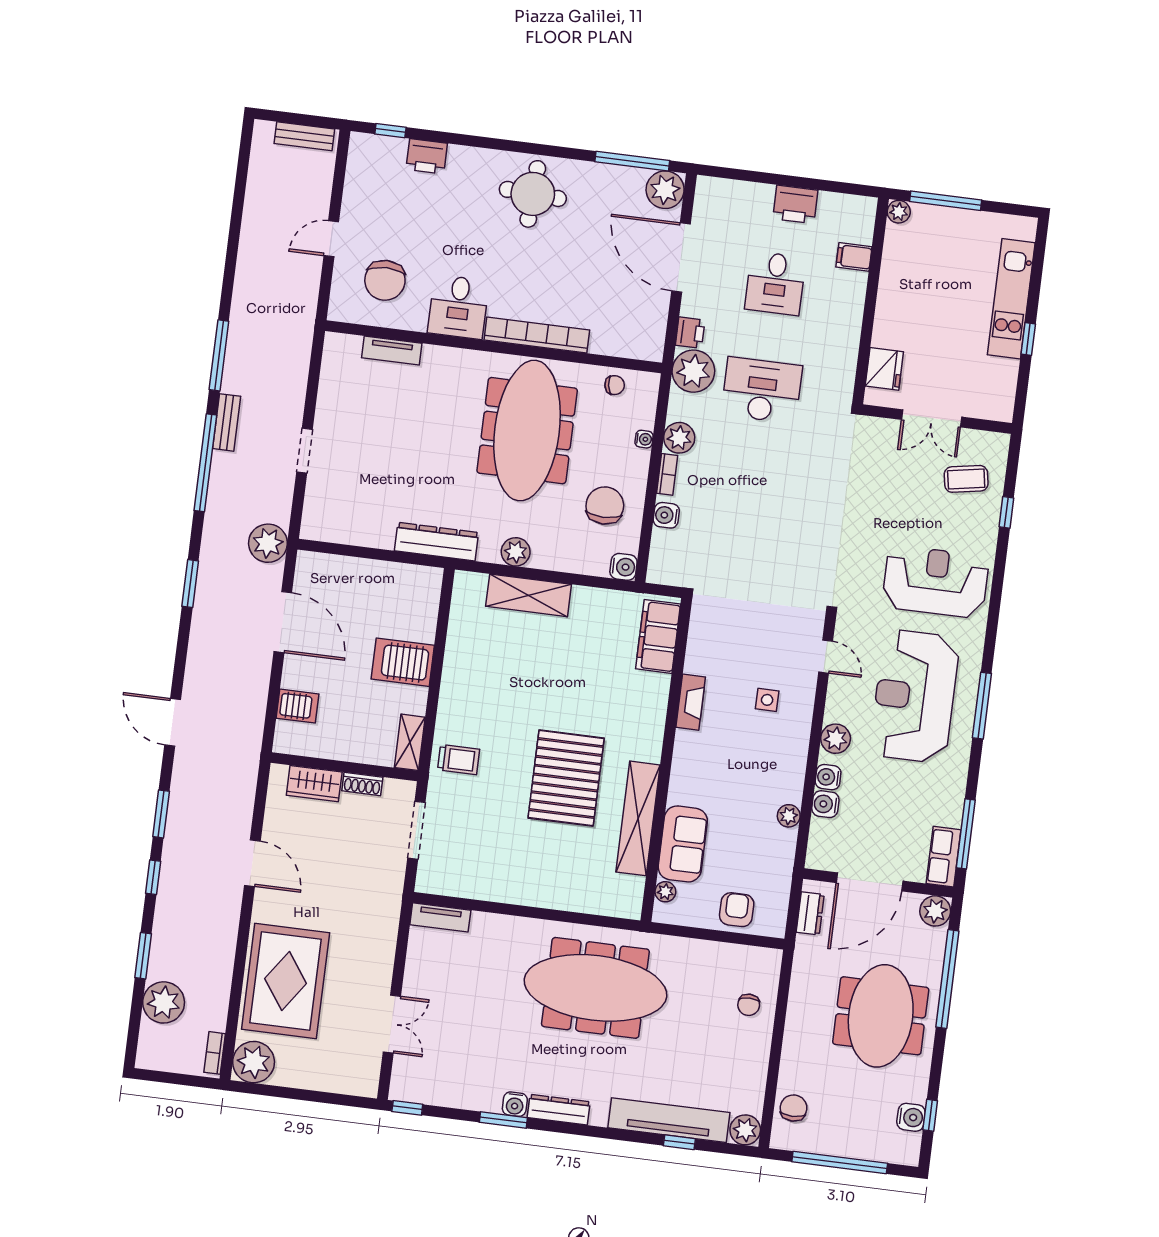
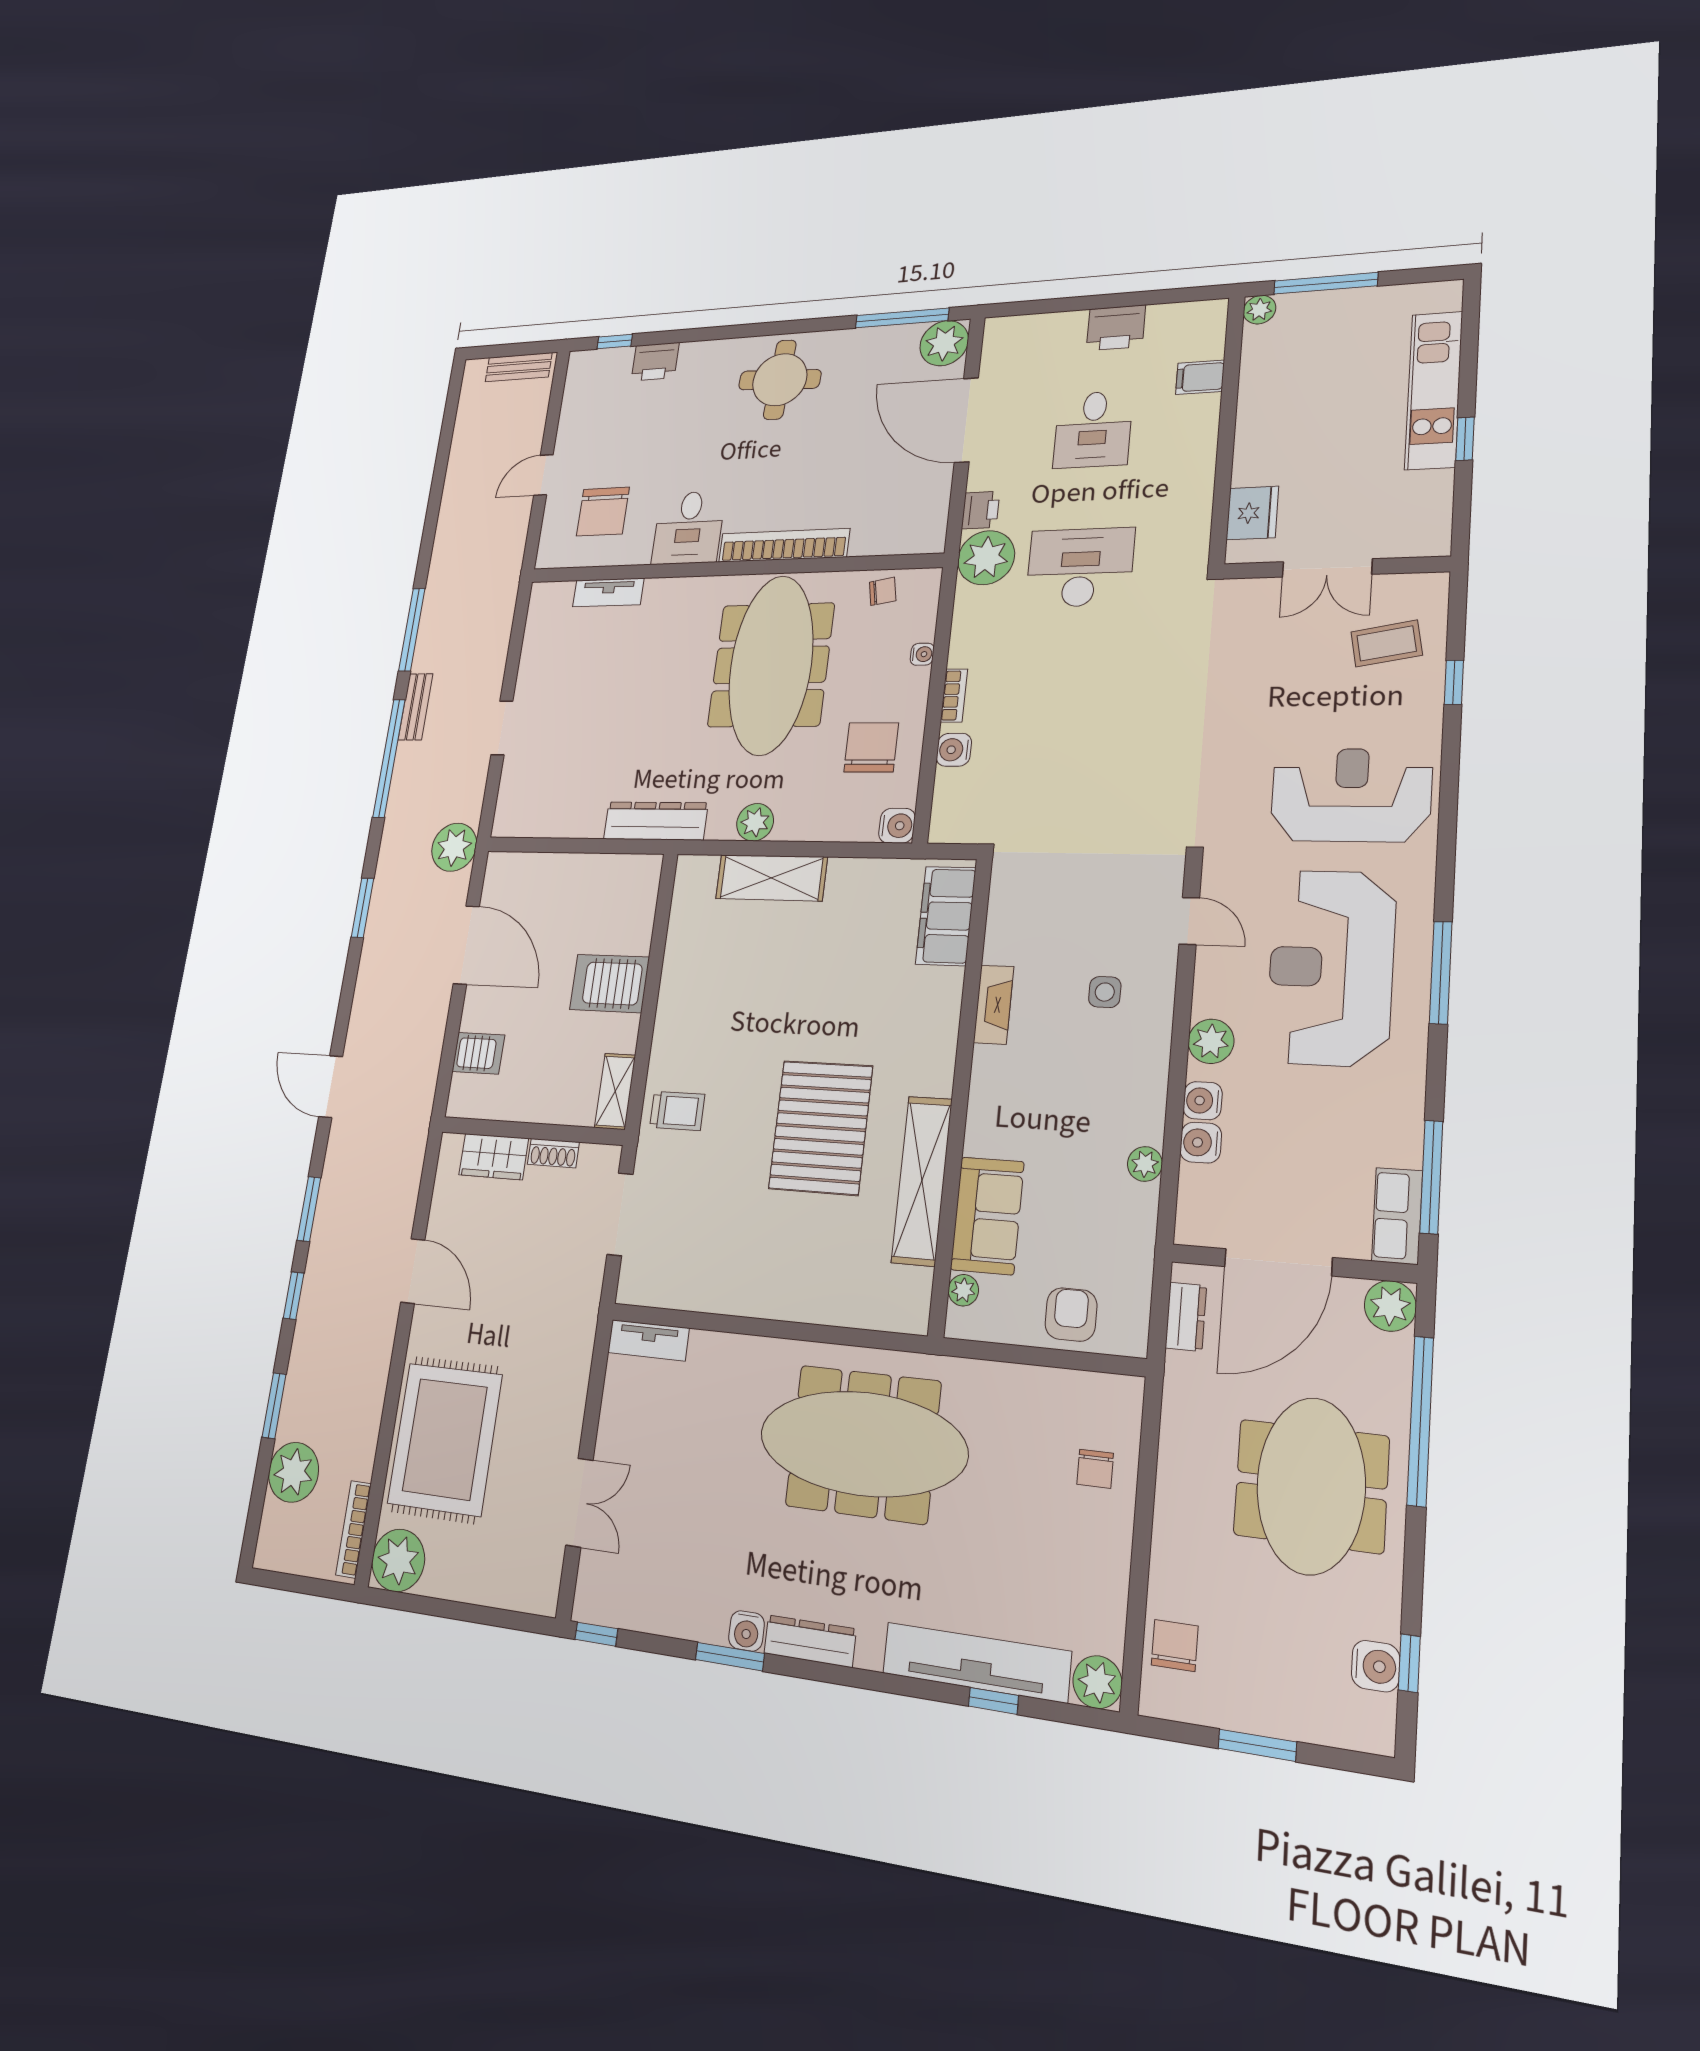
plant: (679, 438) -> (969, 646), removed
bookcase: (215, 1053) -> (353, 1529), width x1.56
window: (840, 1162) -> (1257, 1745), width x0.47

